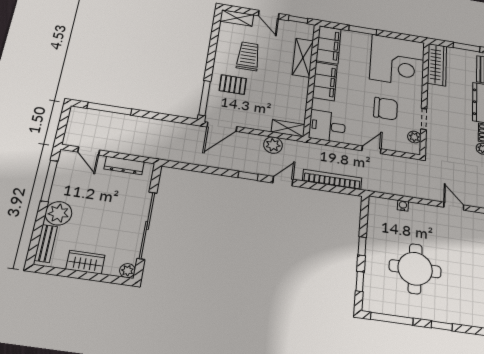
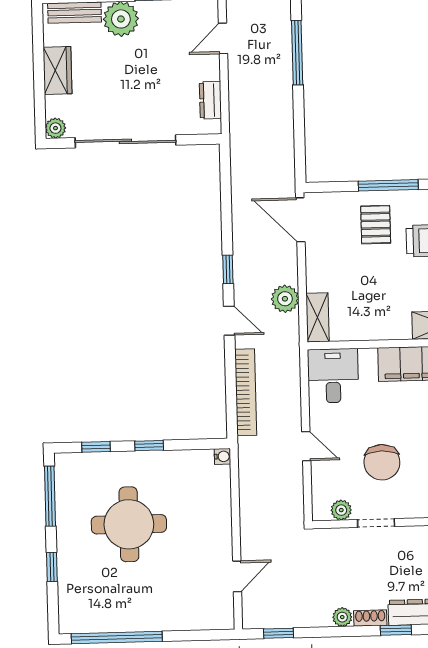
window: (205, 98) -> (388, 185), moved
dresser: (124, 165) -> (210, 100), width x0.70
water cooler: (403, 206) -> (222, 456), moved

